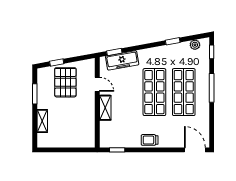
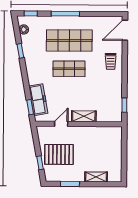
shop shelf: (154, 92) -> (69, 69), width x0.70, depth x0.74
trolley: (150, 140) -> (111, 61), moved

